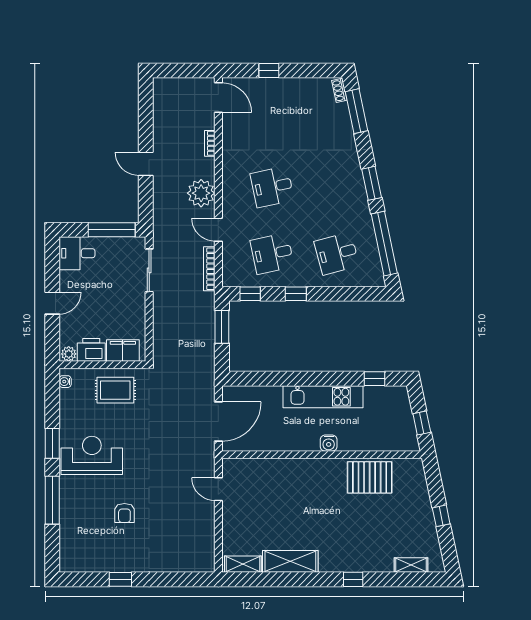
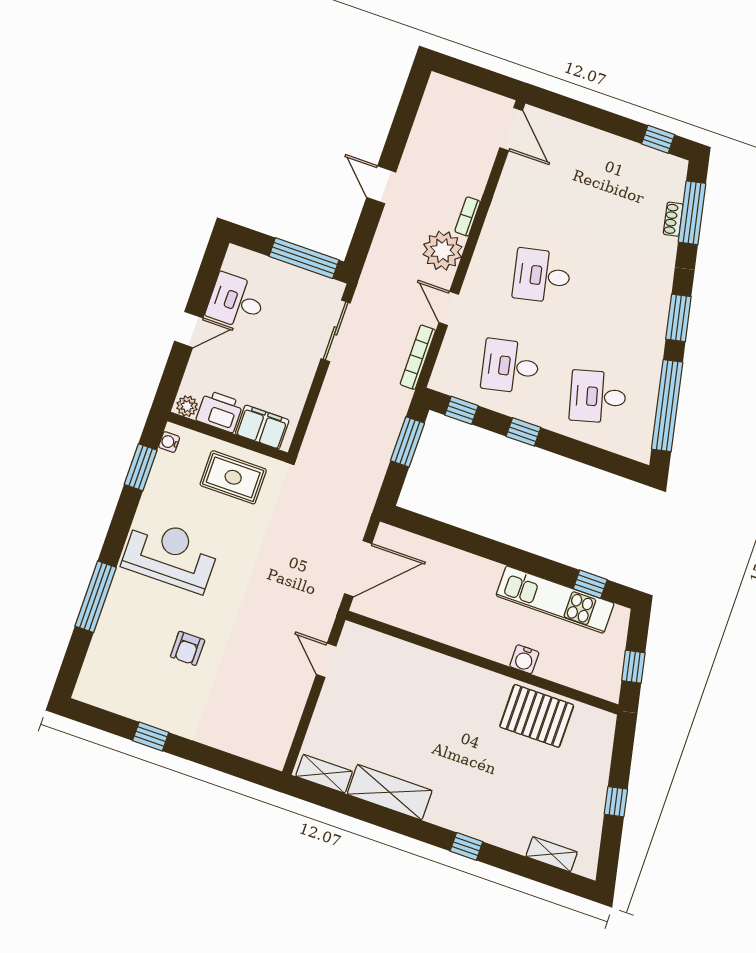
window: (269, 71) -> (658, 139), moved
shoe rack: (339, 90) -> (673, 219), moved
bookcase: (210, 143) -> (468, 216), moved
desk: (77, 253) -> (236, 301), moved
kitchen unit: (323, 397) -> (555, 600), moved
window: (52, 443) -> (141, 467), moved
water cooler: (329, 443) -> (524, 659), moved

